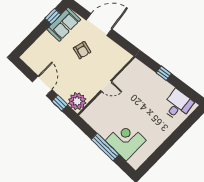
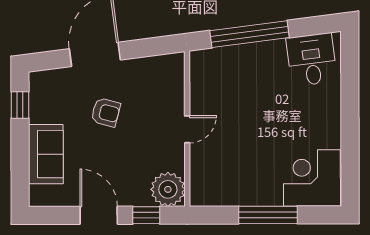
sofa: (64, 24) -> (46, 154), moved
window: (164, 73) -> (250, 34), width x3.17
corner desk: (126, 140) -> (312, 178), moved

